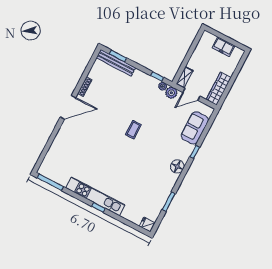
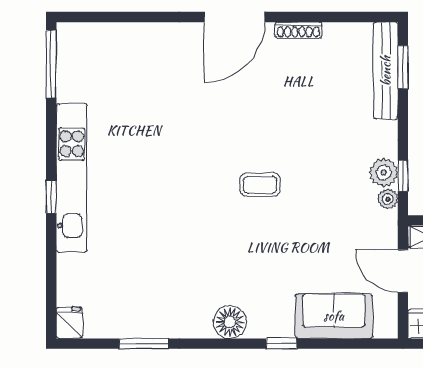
plant: (171, 93) -> (384, 172), moved
door: (68, 107) -> (234, 17), hinge flipped

